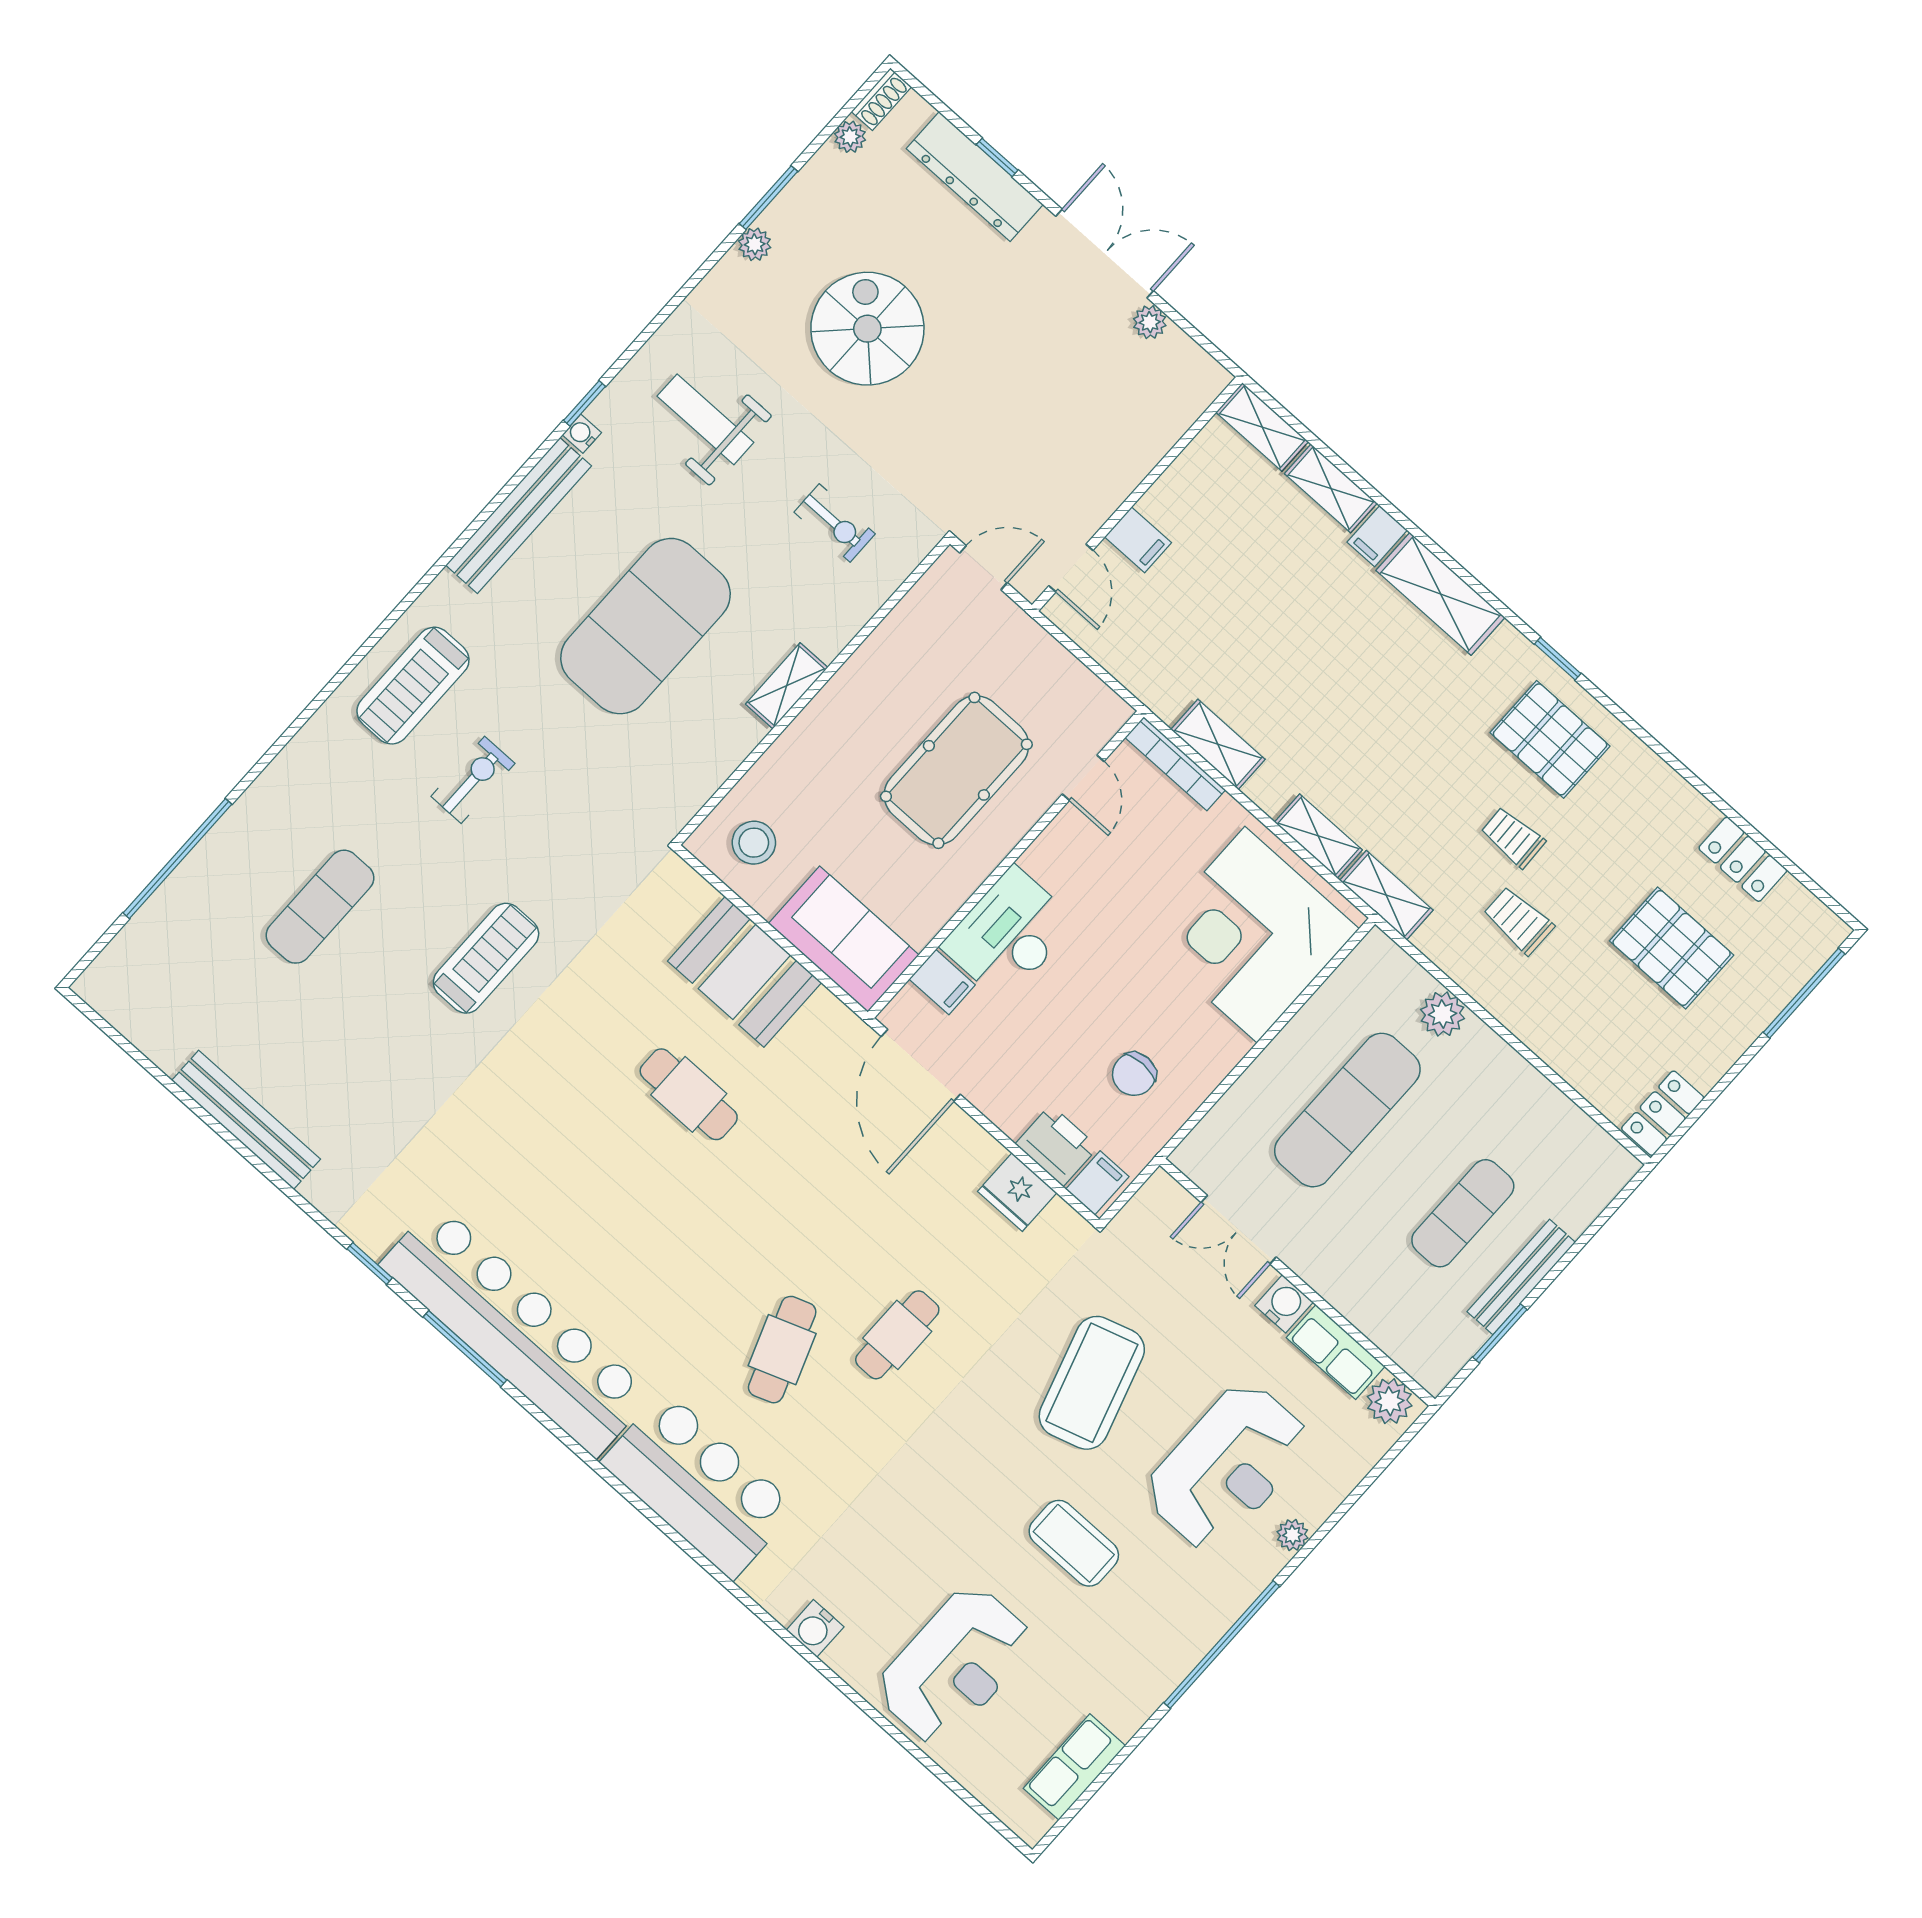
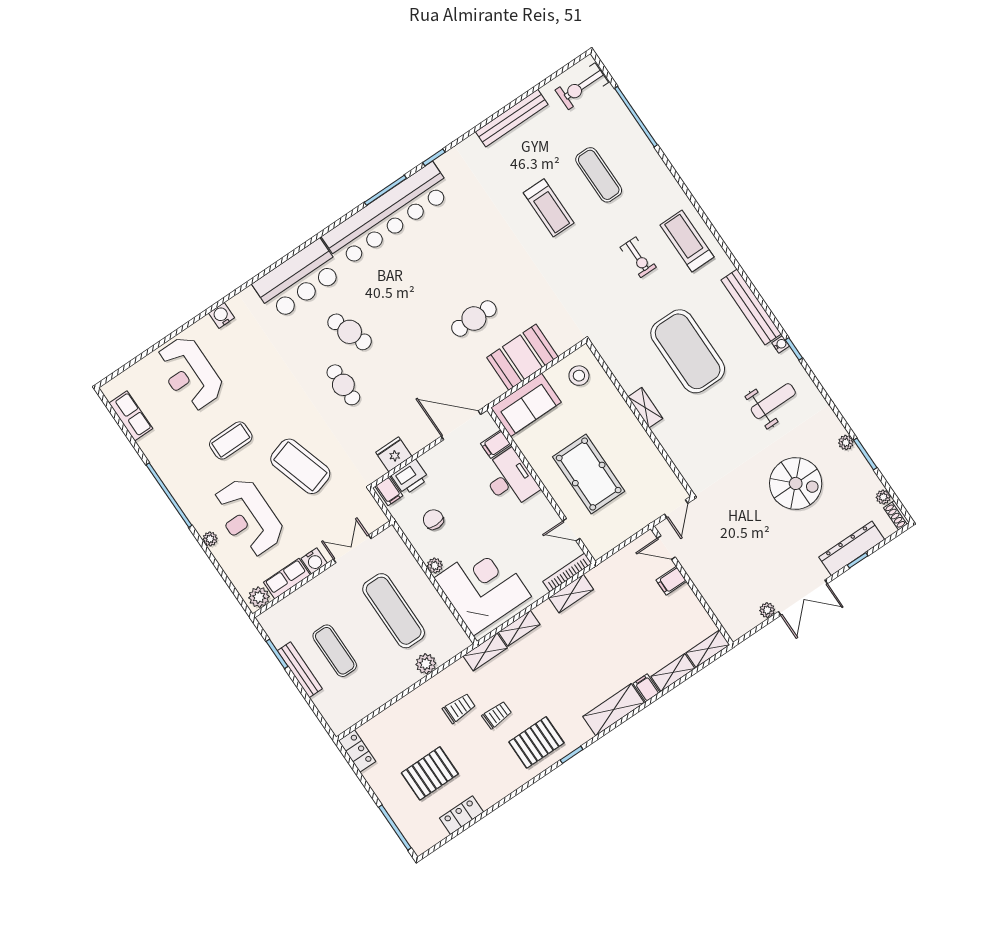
exercise bike: (835, 523) -> (582, 86), moved, width x1.38, depth x1.39
treadmill: (486, 958) -> (549, 208), moved
plant: (1231, 1047) -> (435, 566), added

